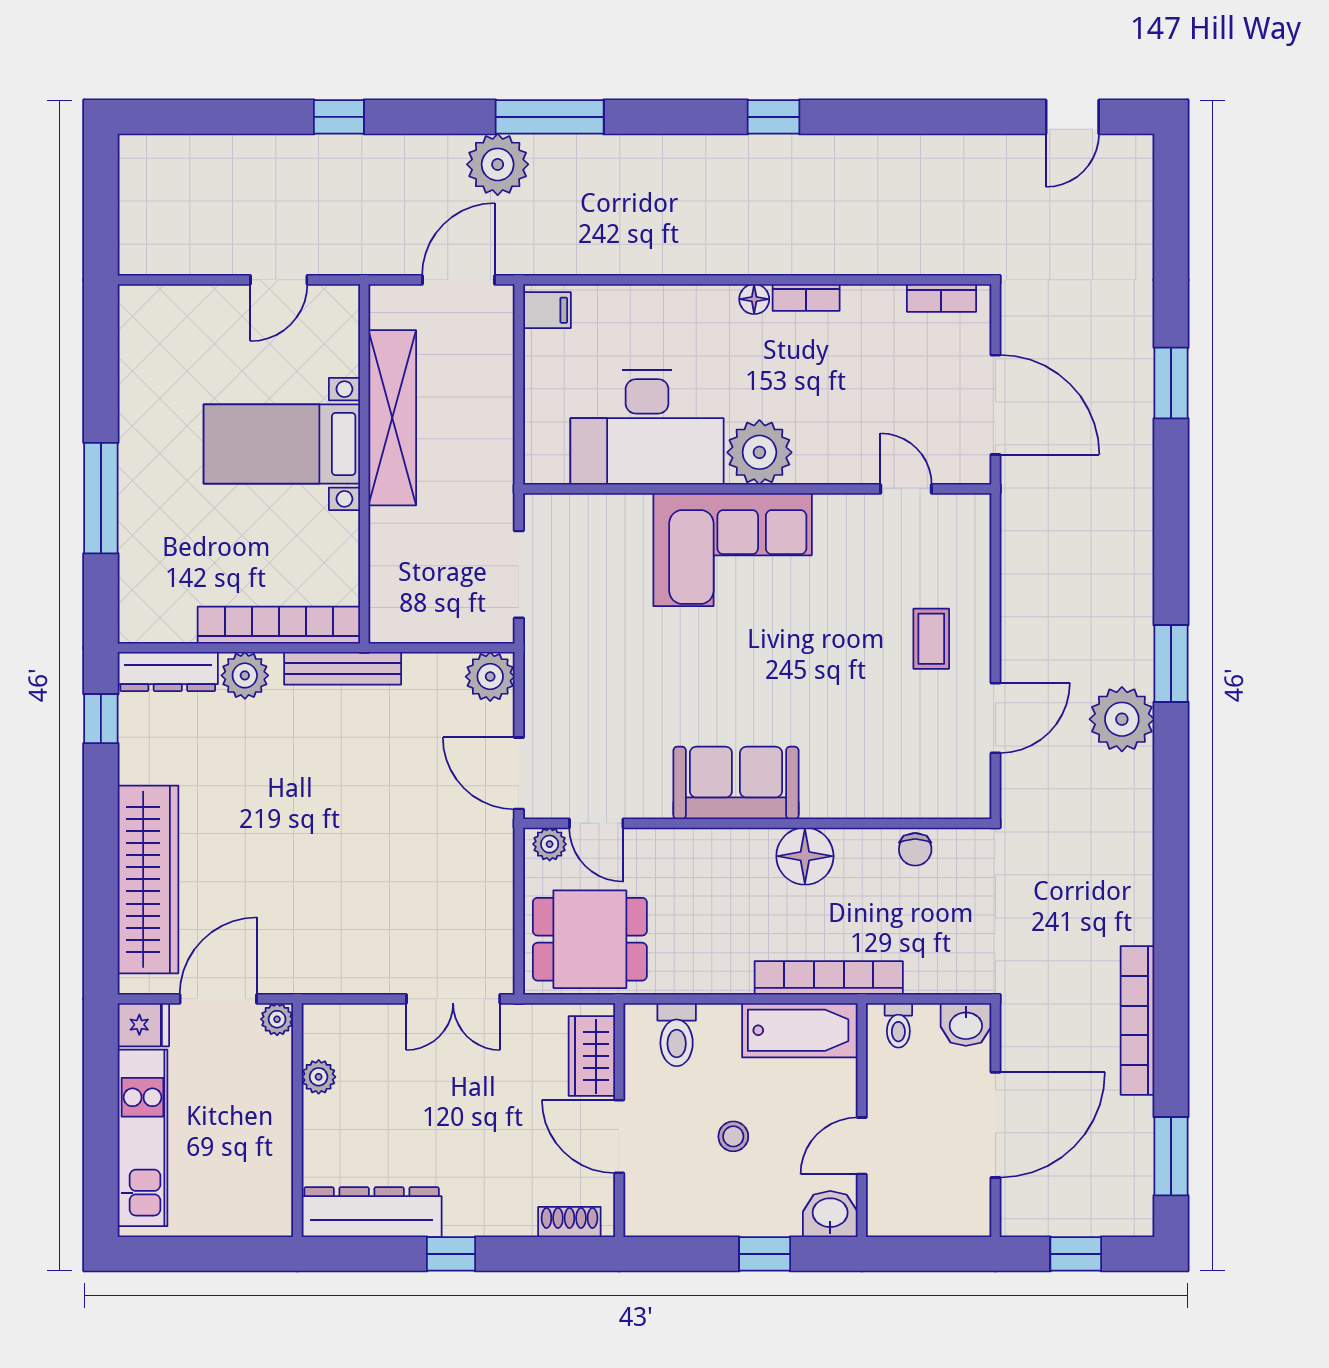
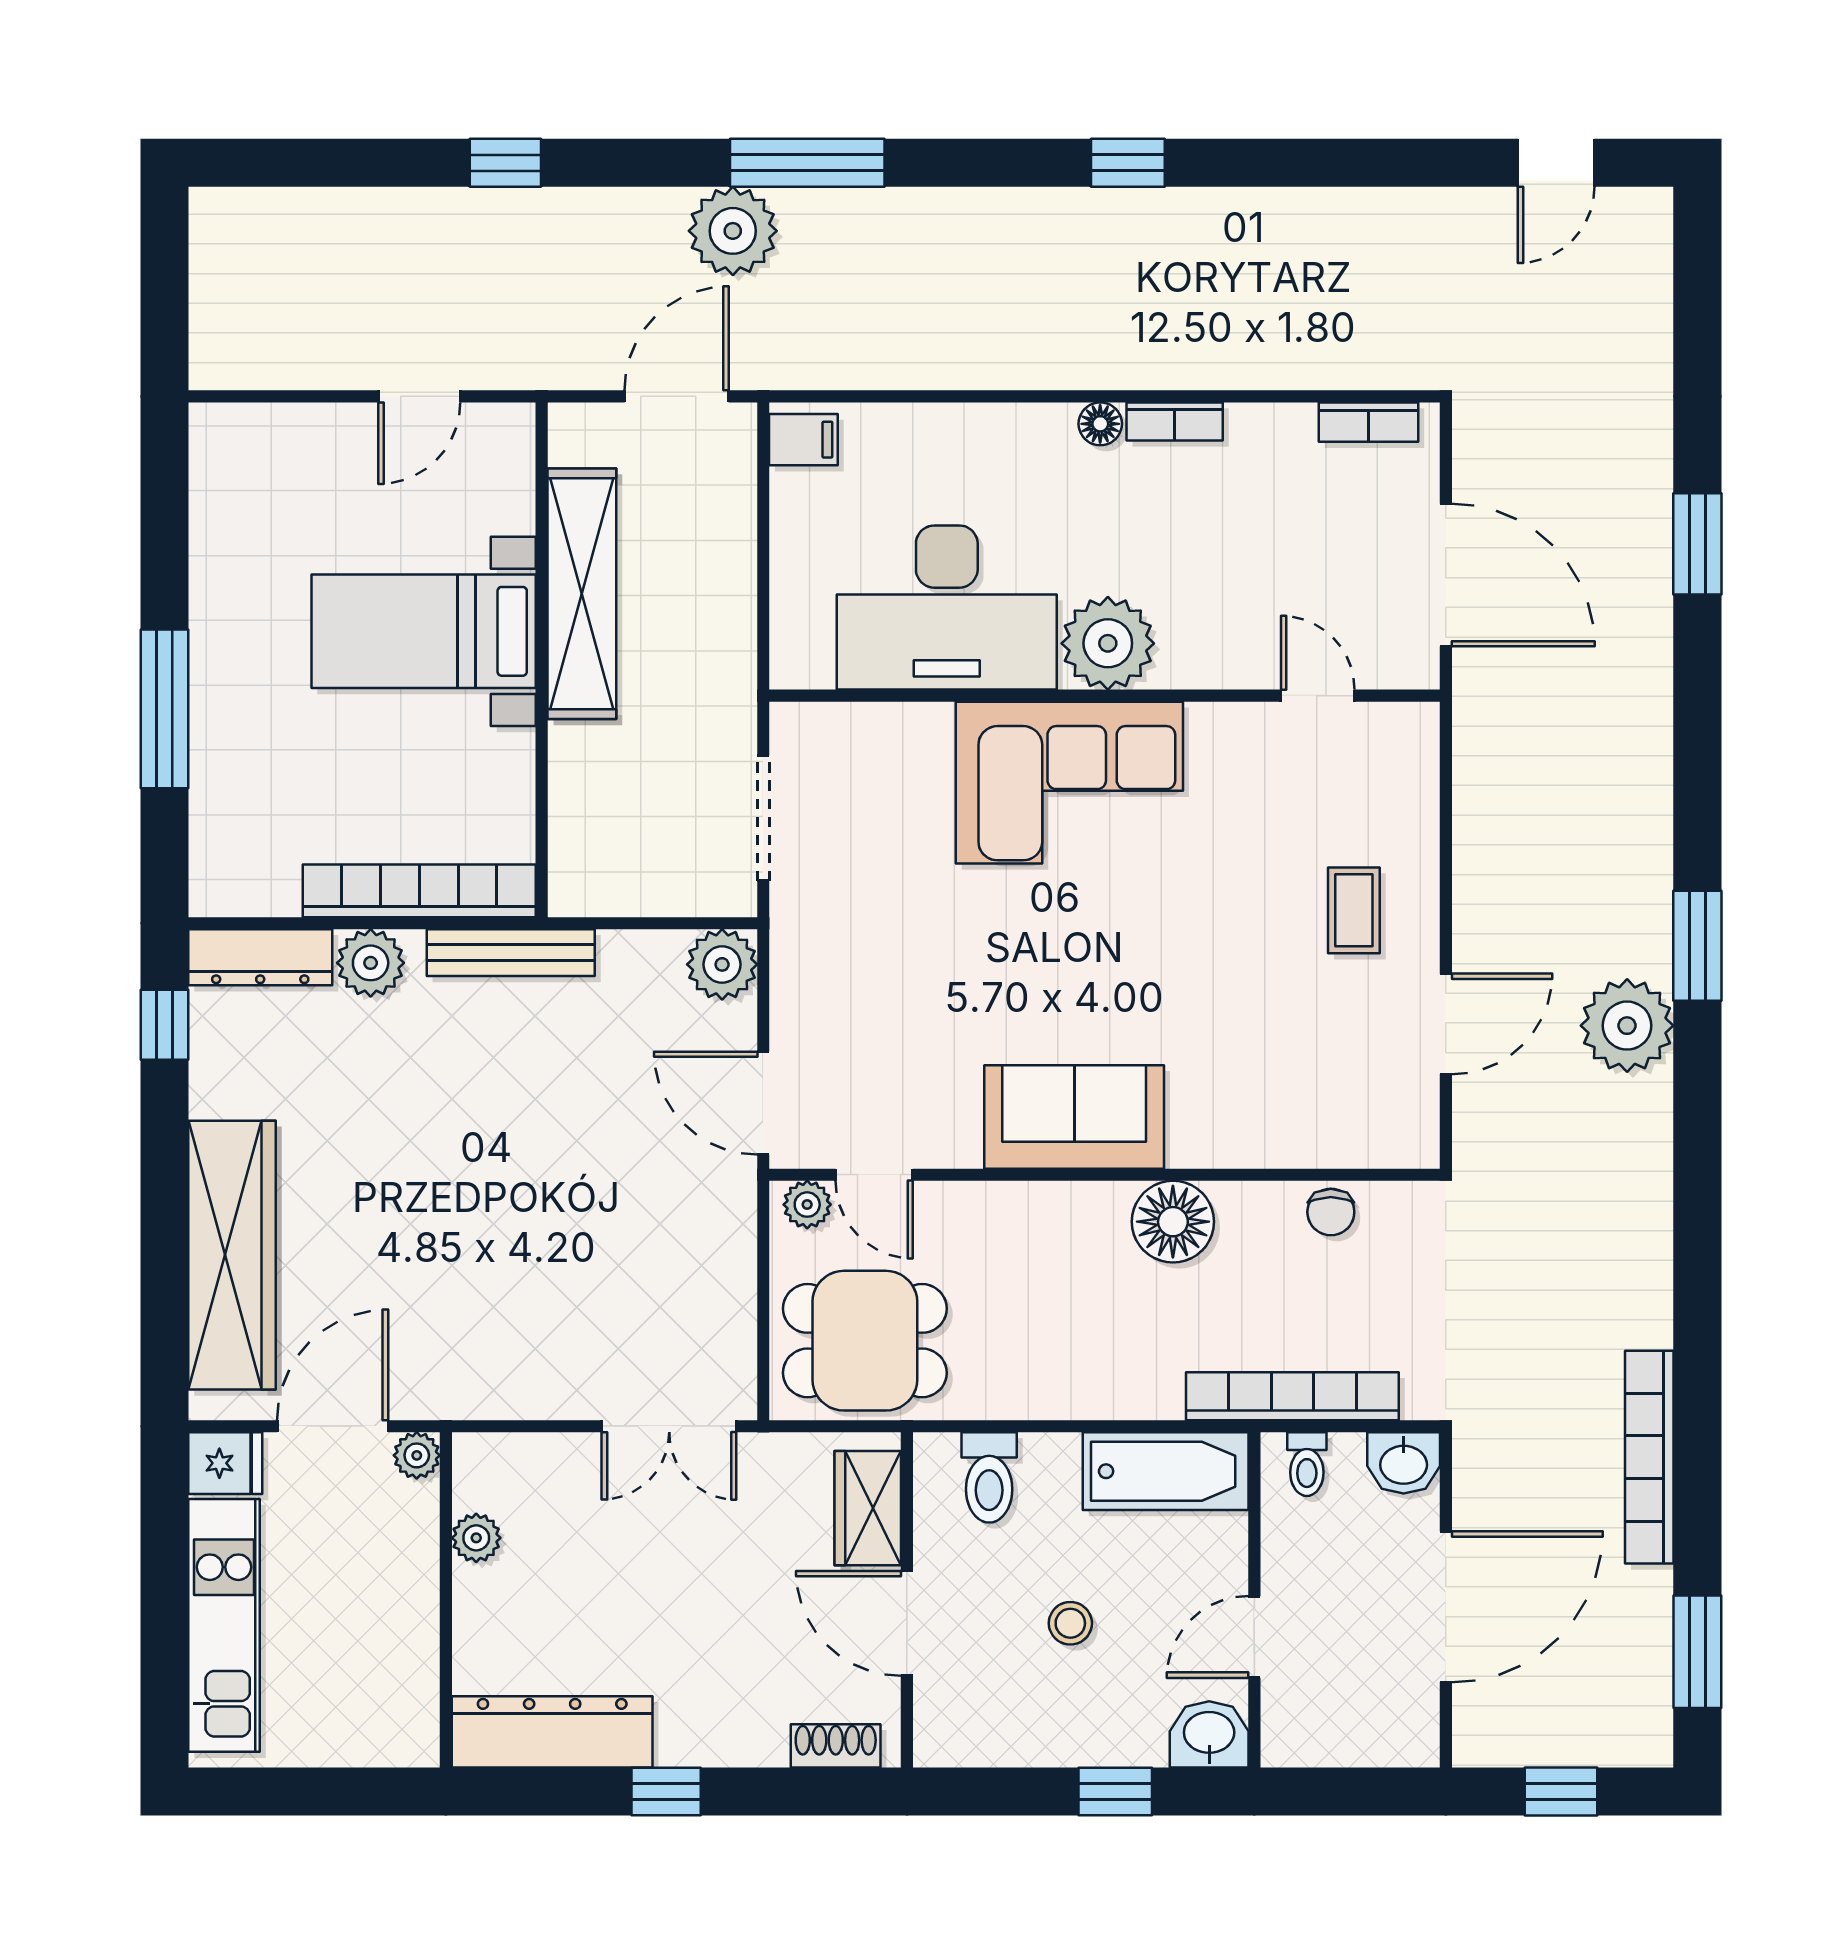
bookcase: (829, 978) -> (1292, 1396), moved

